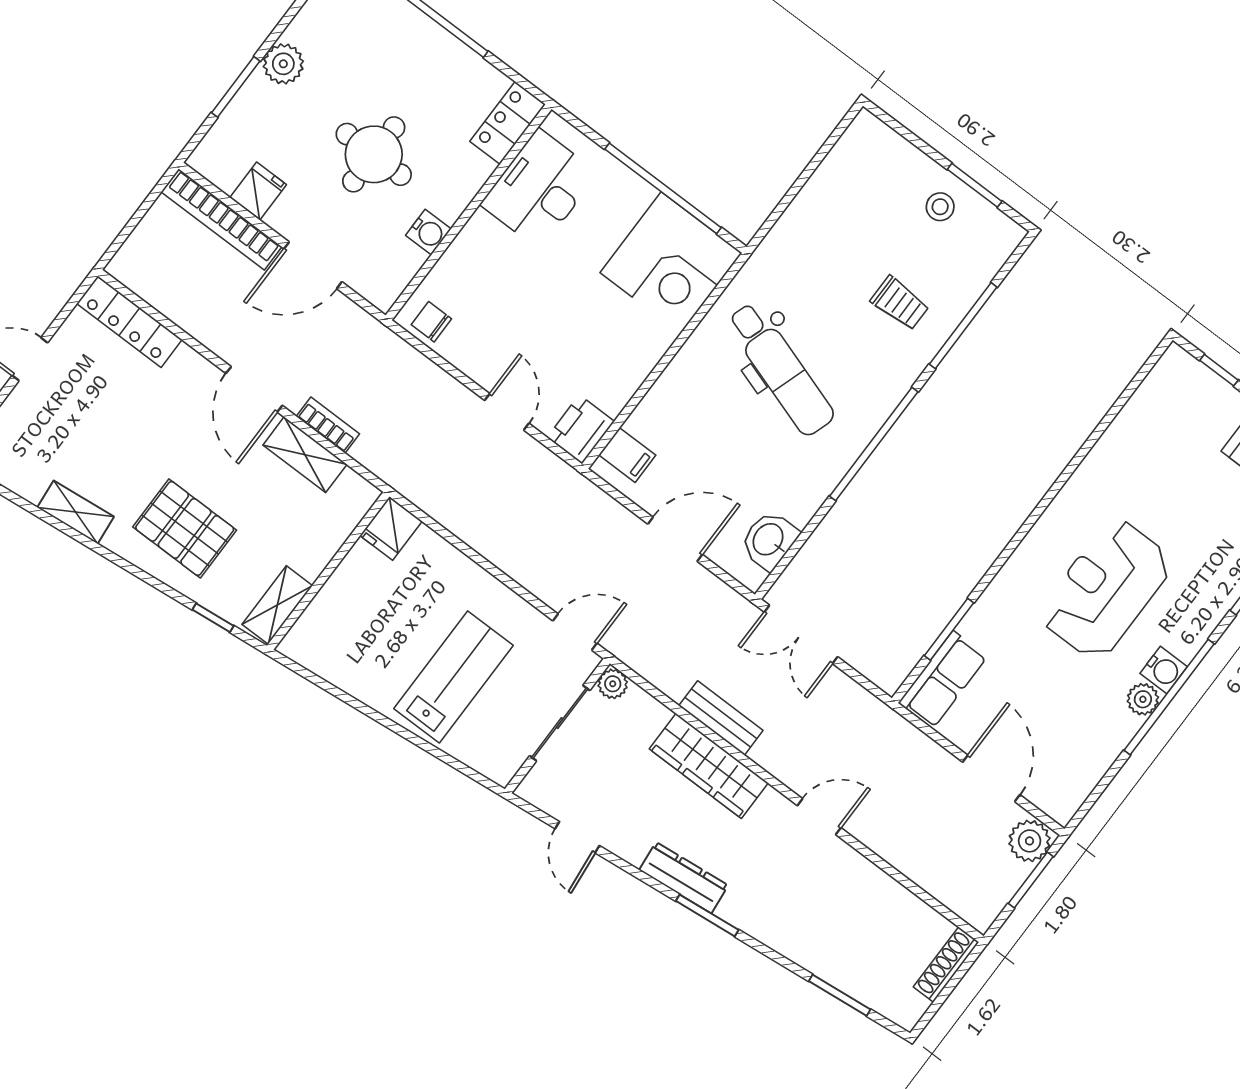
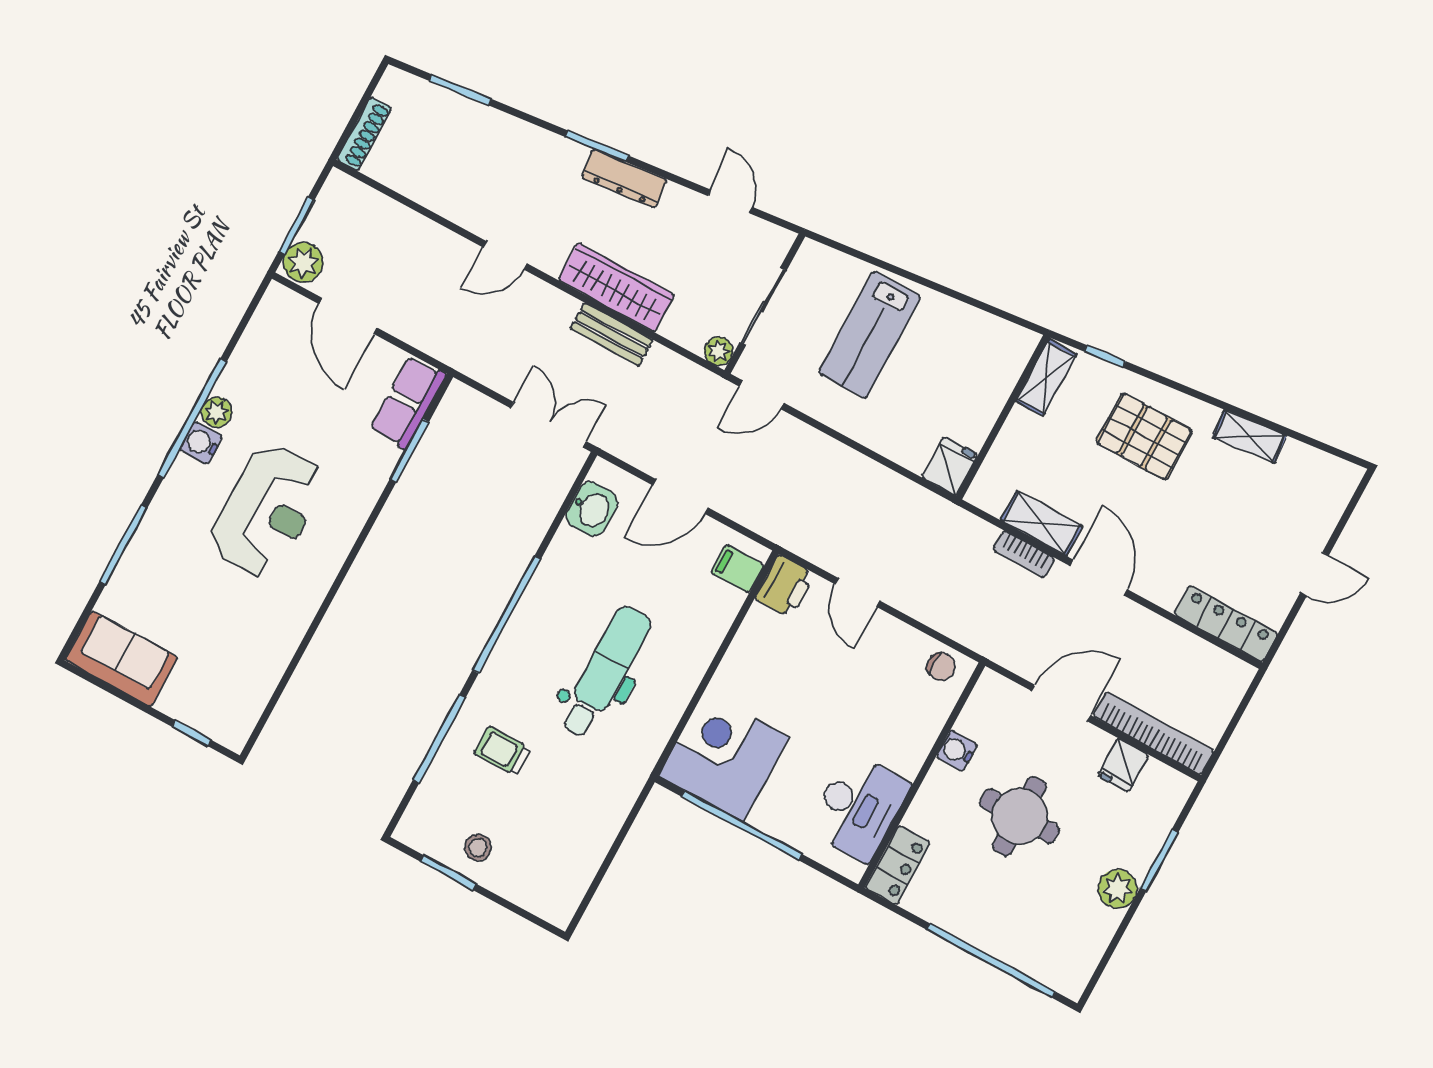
dental chair: (780, 369) -> (605, 672), turned 72

